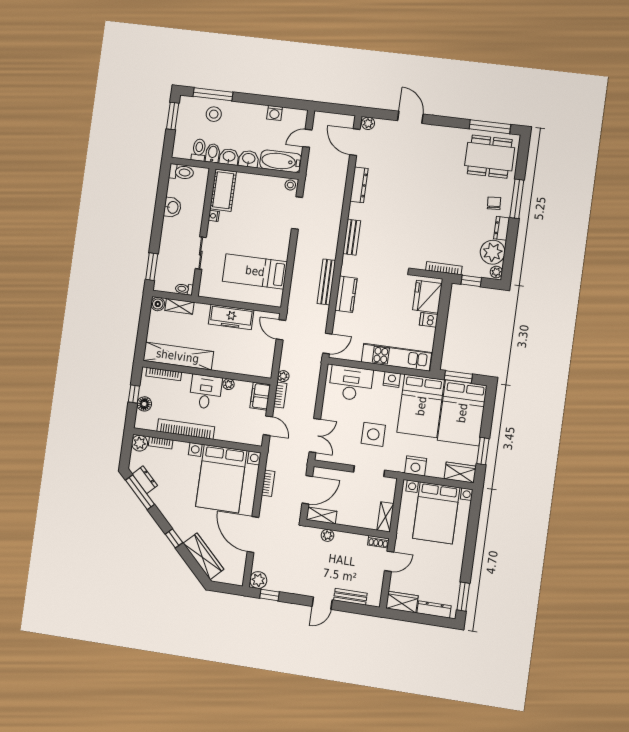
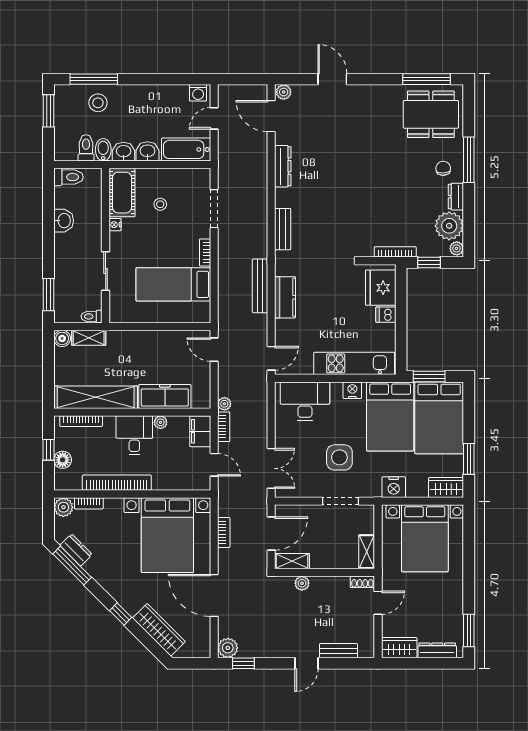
washing machine: (275, 113) -> (198, 93), moved
stool: (290, 185) -> (160, 204), moved
bookcase: (285, 248) -> (205, 253), added
freezer: (231, 317) -> (165, 396), moved, turned 180

